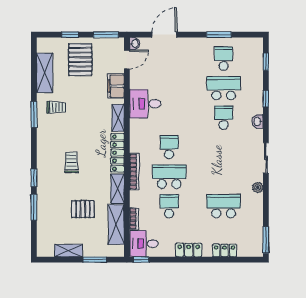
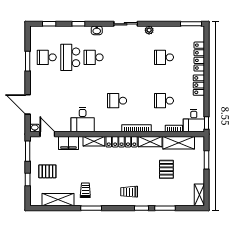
pallet: (80, 59) -> (47, 171), width x0.67, depth x0.71
trolley: (72, 162) -> (129, 192), moved
school desk: (169, 177) -> (141, 101), removed
school desk: (224, 206) -> (164, 57), width x0.54
locker: (225, 250) -> (199, 57), width x1.53
shelving: (68, 251) -> (199, 195), moved

